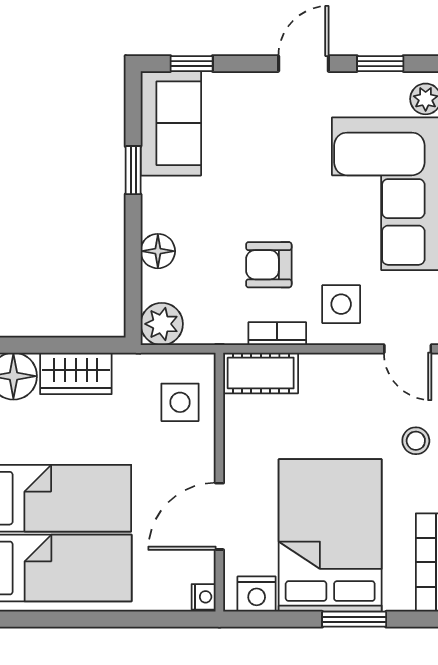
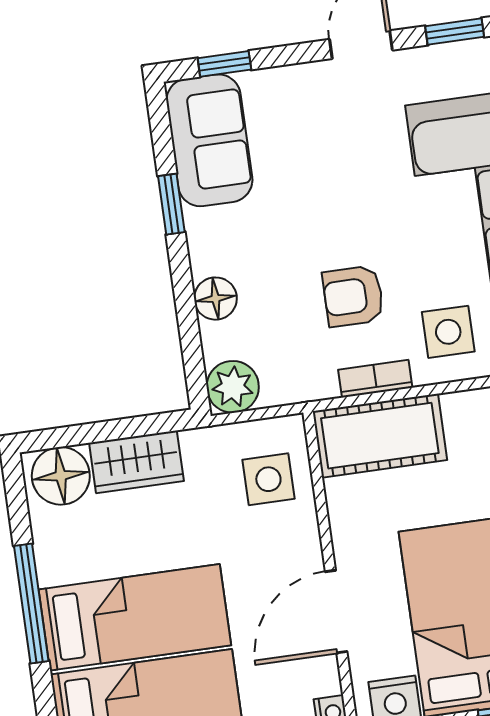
cot: (261, 373) -> (380, 436), width x1.37, depth x1.34

